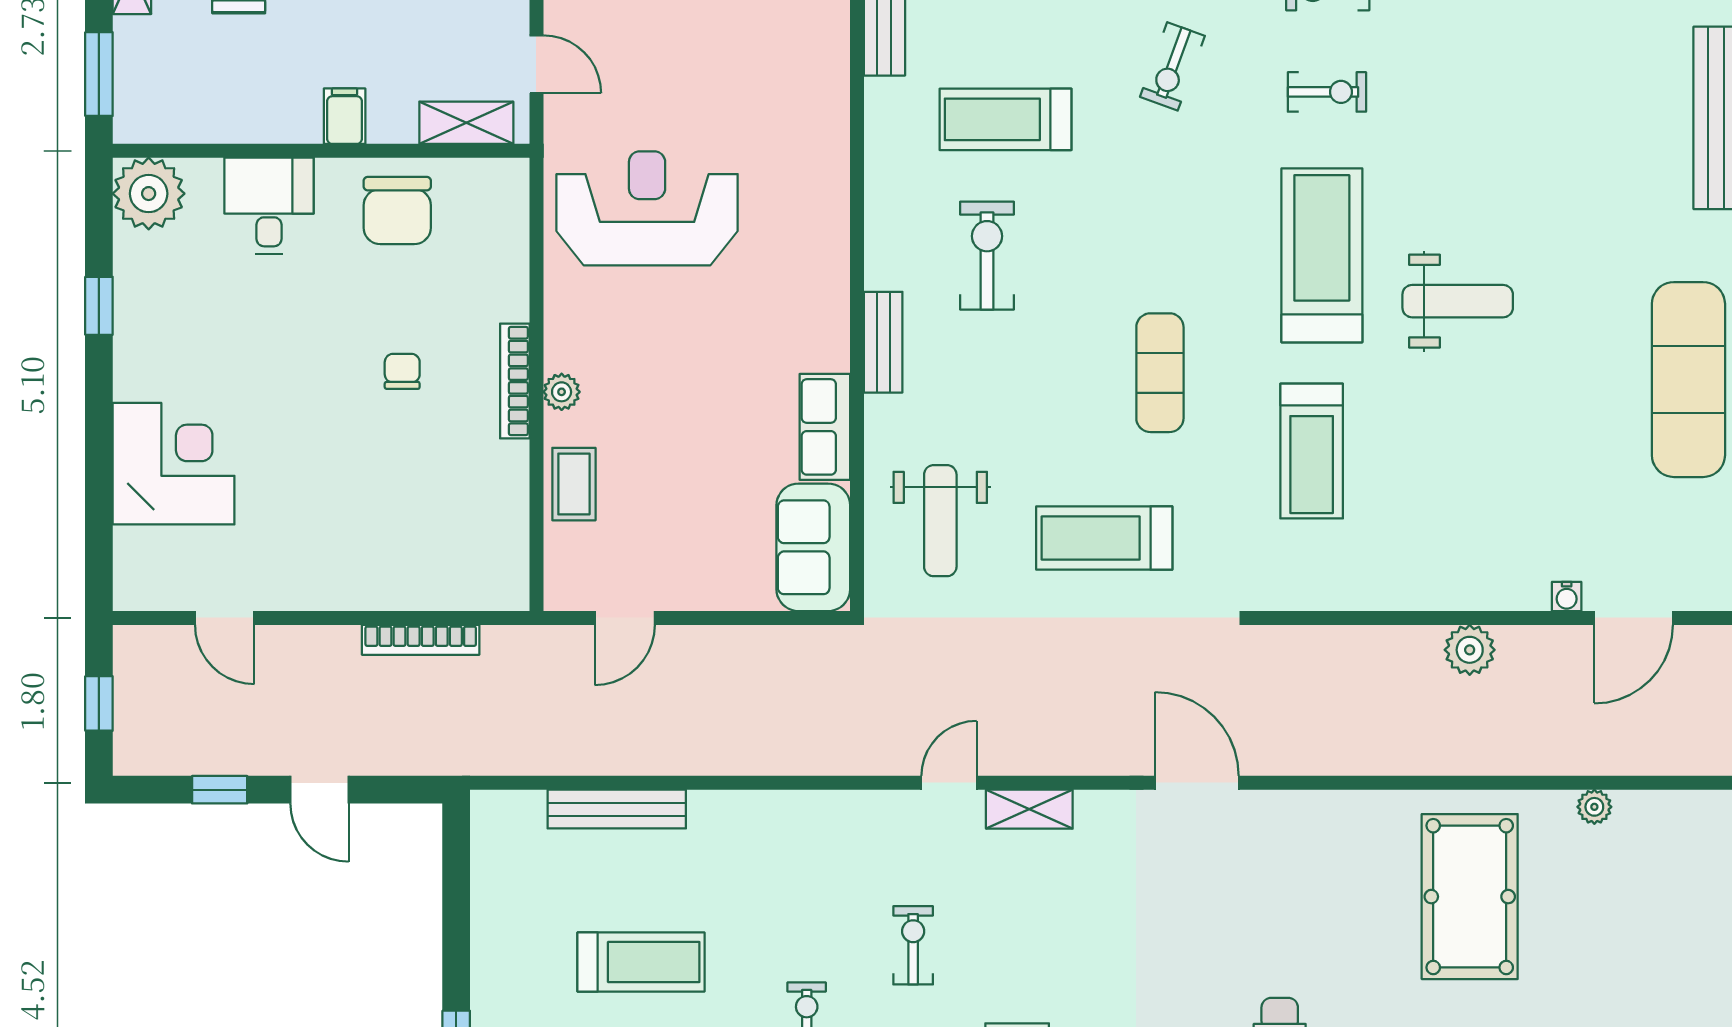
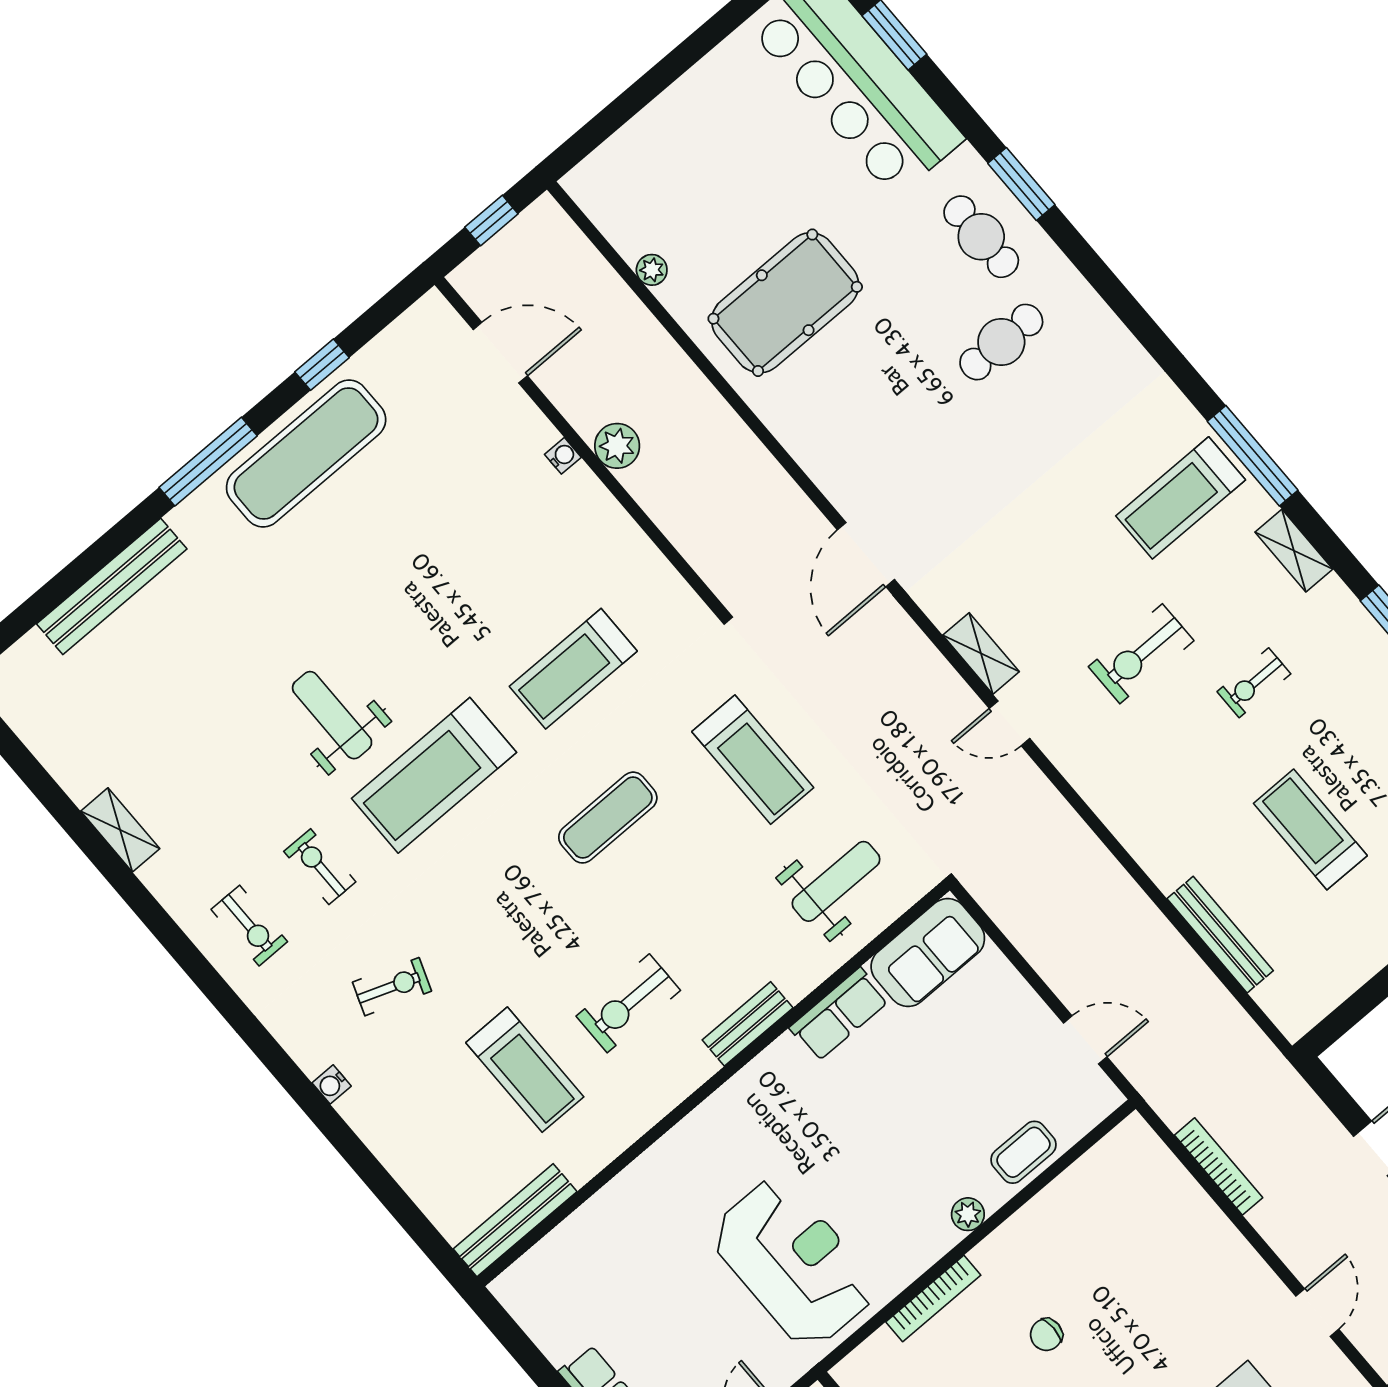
reception desk: (647, 208) -> (793, 1262), turned 180
weight bench: (1458, 301) -> (332, 715), moved
bookcase: (515, 381) -> (933, 1298), moved
treadmill: (1312, 451) -> (573, 669), turned 180
water cooler: (1567, 596) -> (563, 456), moved
exercise bike: (913, 945) -> (1141, 654), width x1.38, depth x1.39

